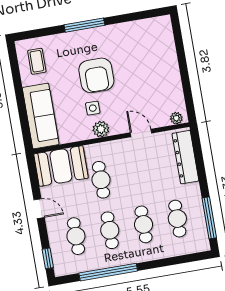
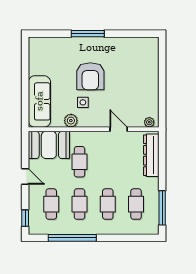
coffee table: (37, 61) -> (44, 56), removed
plant: (101, 129) -> (71, 121), moved

